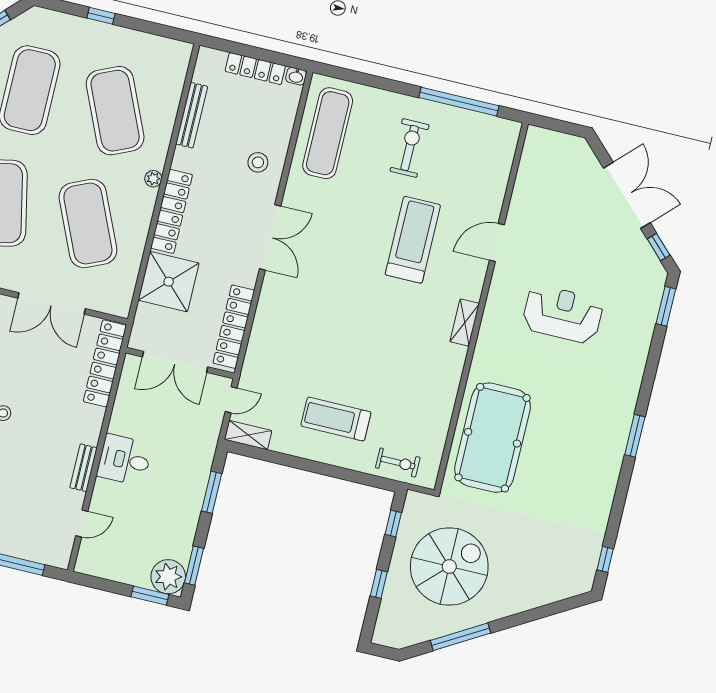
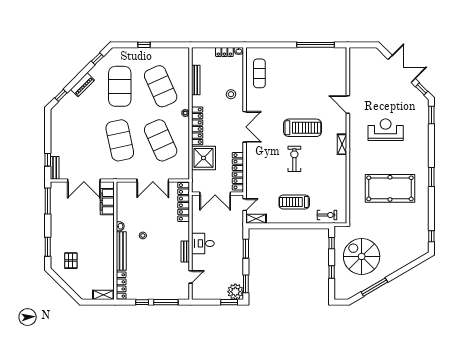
locker: (255, 69) -> (224, 52), width x0.66
exercise mat: (328, 133) -> (259, 73), width x0.73, depth x0.69
exercise bike: (410, 148) -> (294, 159), moved
treadmill: (413, 240) -> (303, 128), moved, turned 90
door: (497, 242) -> (348, 105), hinge flipped
pool table: (493, 438) -> (390, 188), moved, turned 90
spiral stairs: (449, 567) -> (362, 256), turned -90

